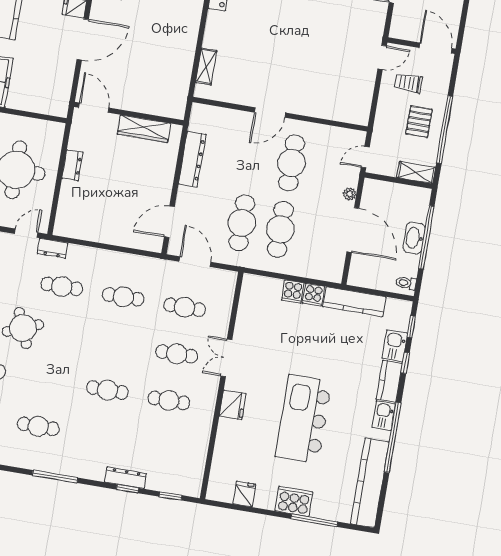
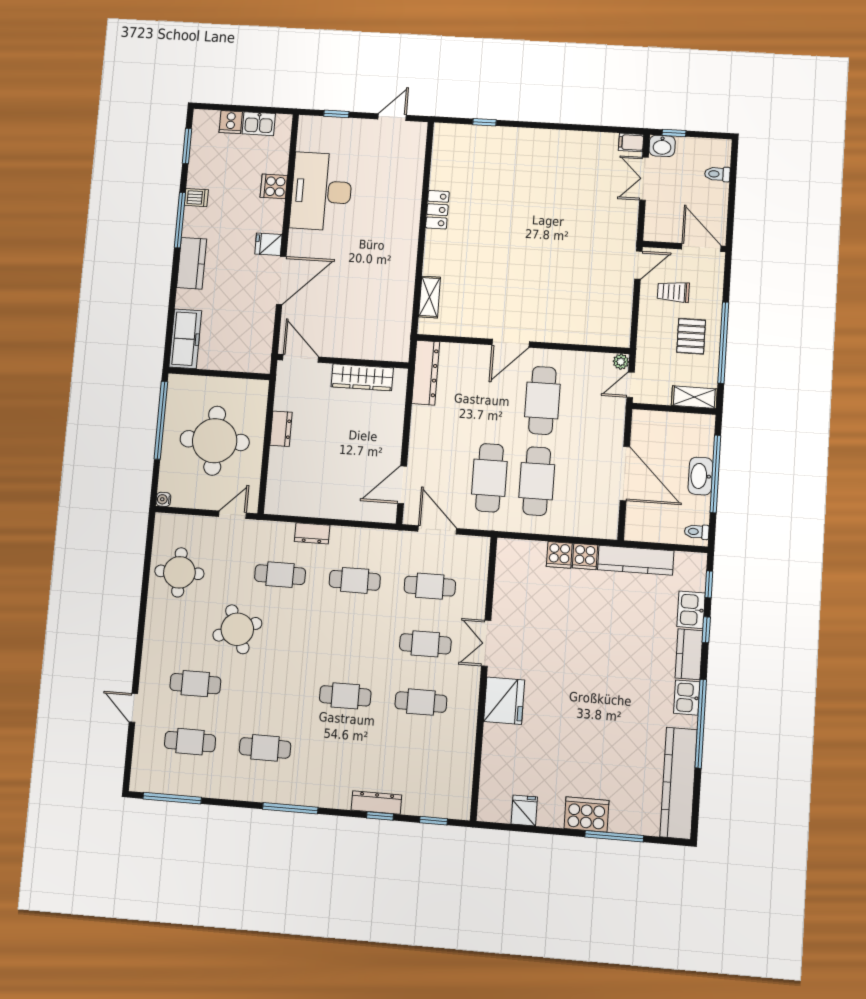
dresser: (192, 159) -> (426, 373), moved
plant: (350, 194) -> (621, 362), moved
dresser: (53, 248) -> (312, 533), moved
fridge: (233, 405) -> (504, 701), width x1.36, depth x1.34
kitchen island: (303, 419) -> (588, 710), removed

